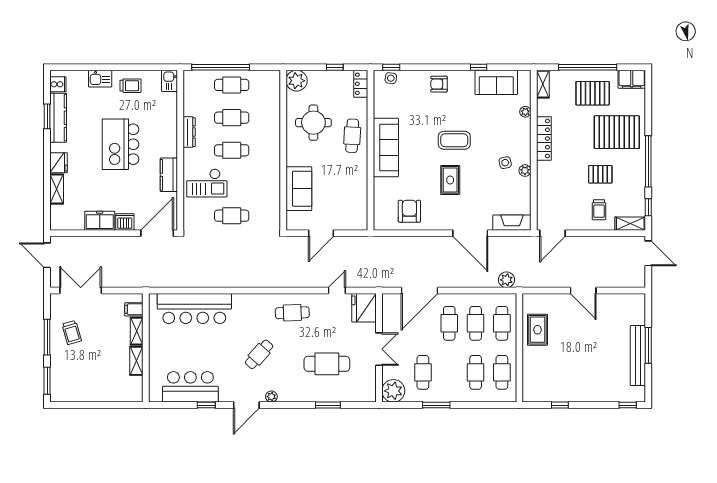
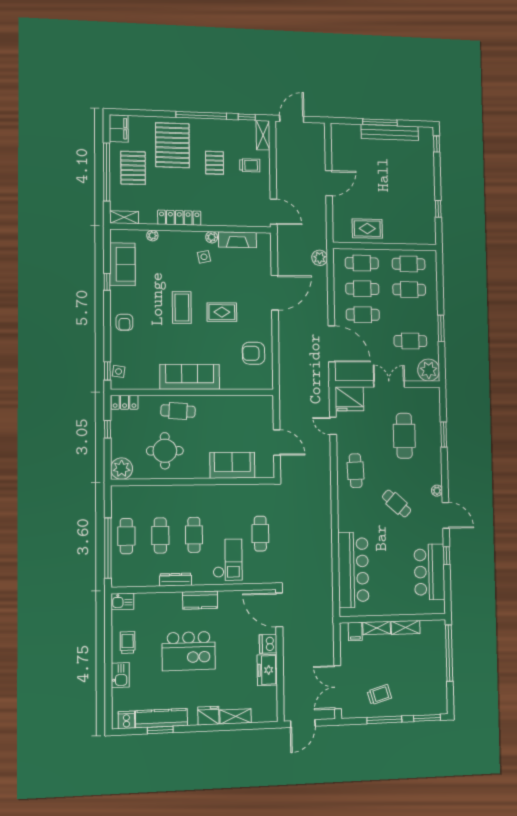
kitchen counter: (169, 175) -> (200, 600), moved
fireplace: (512, 223) -> (238, 240), moved, turned -90
window: (110, 405) -> (449, 653), added

